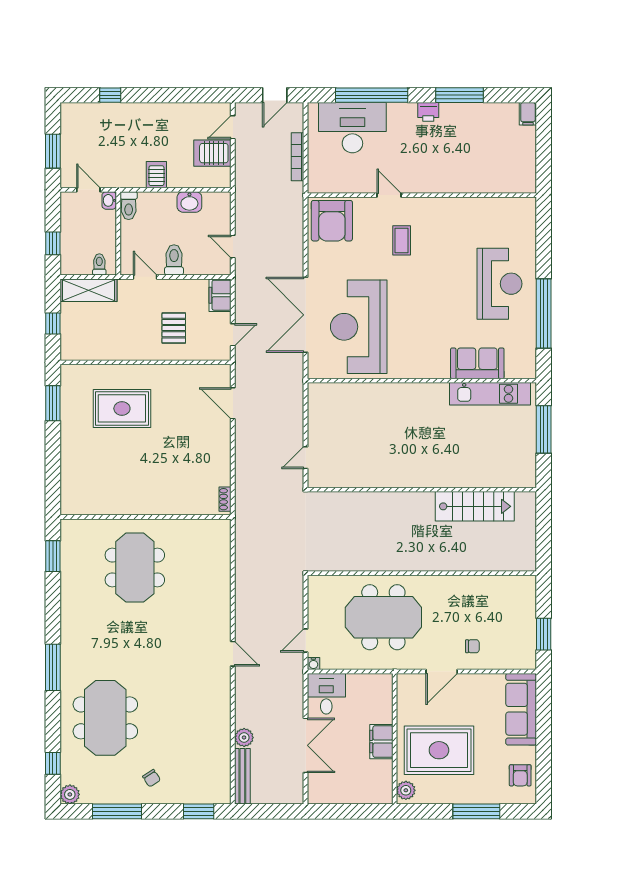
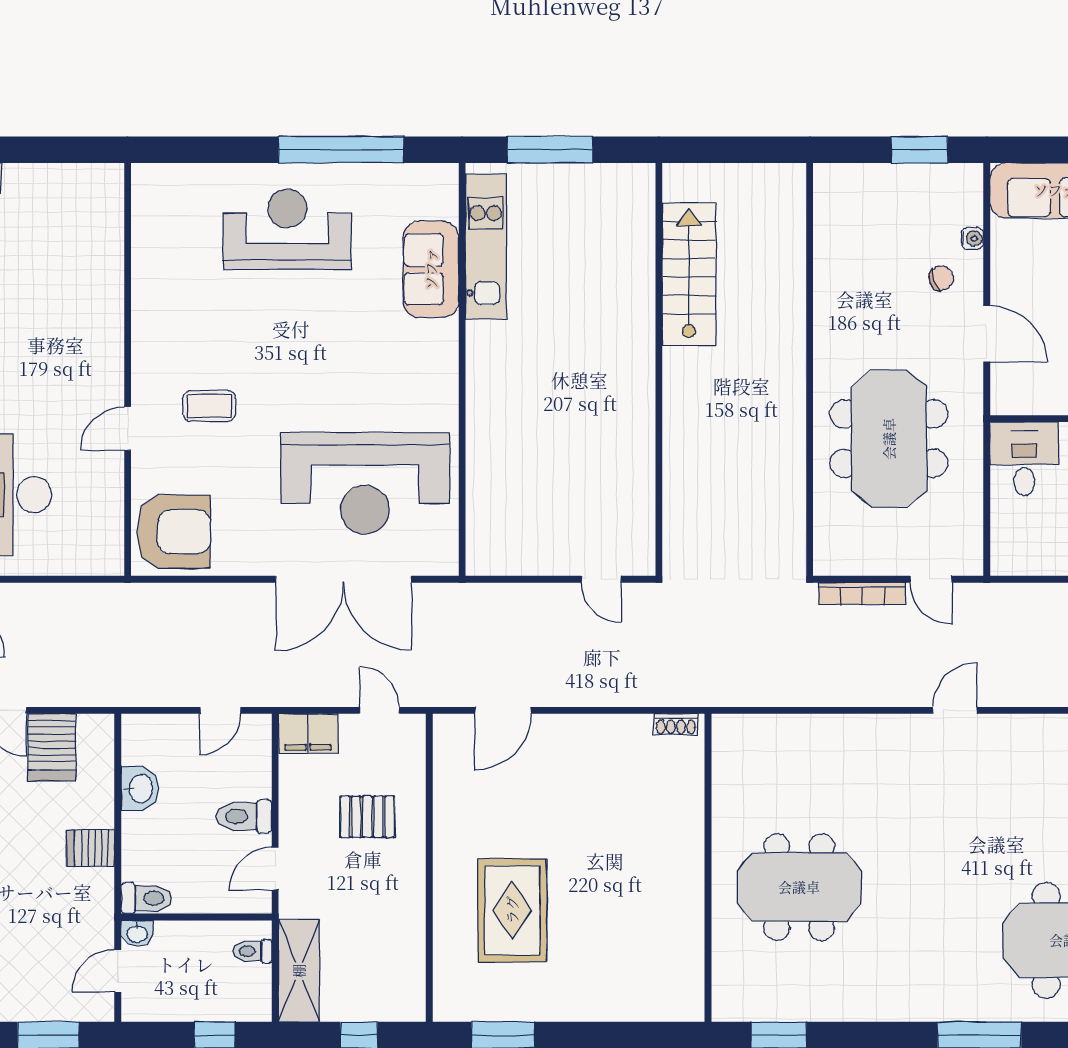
bookcase: (297, 157) -> (862, 594), moved
chair: (472, 646) -> (941, 278), turned 71
water cooler: (313, 664) -> (972, 238), moved
desk: (326, 694) -> (1024, 459), moved, turned 90

